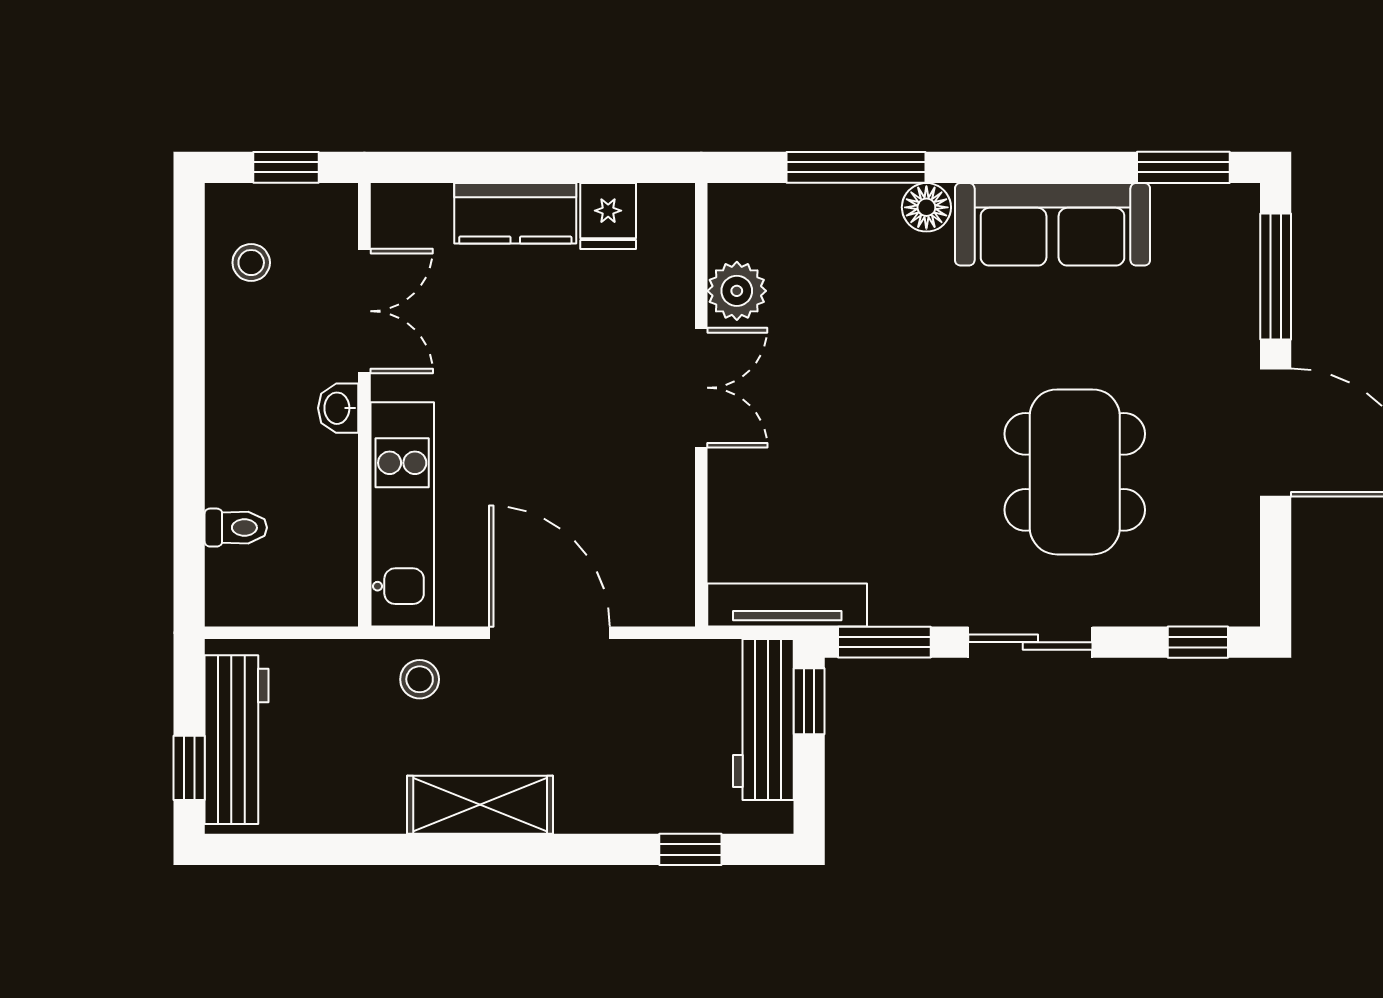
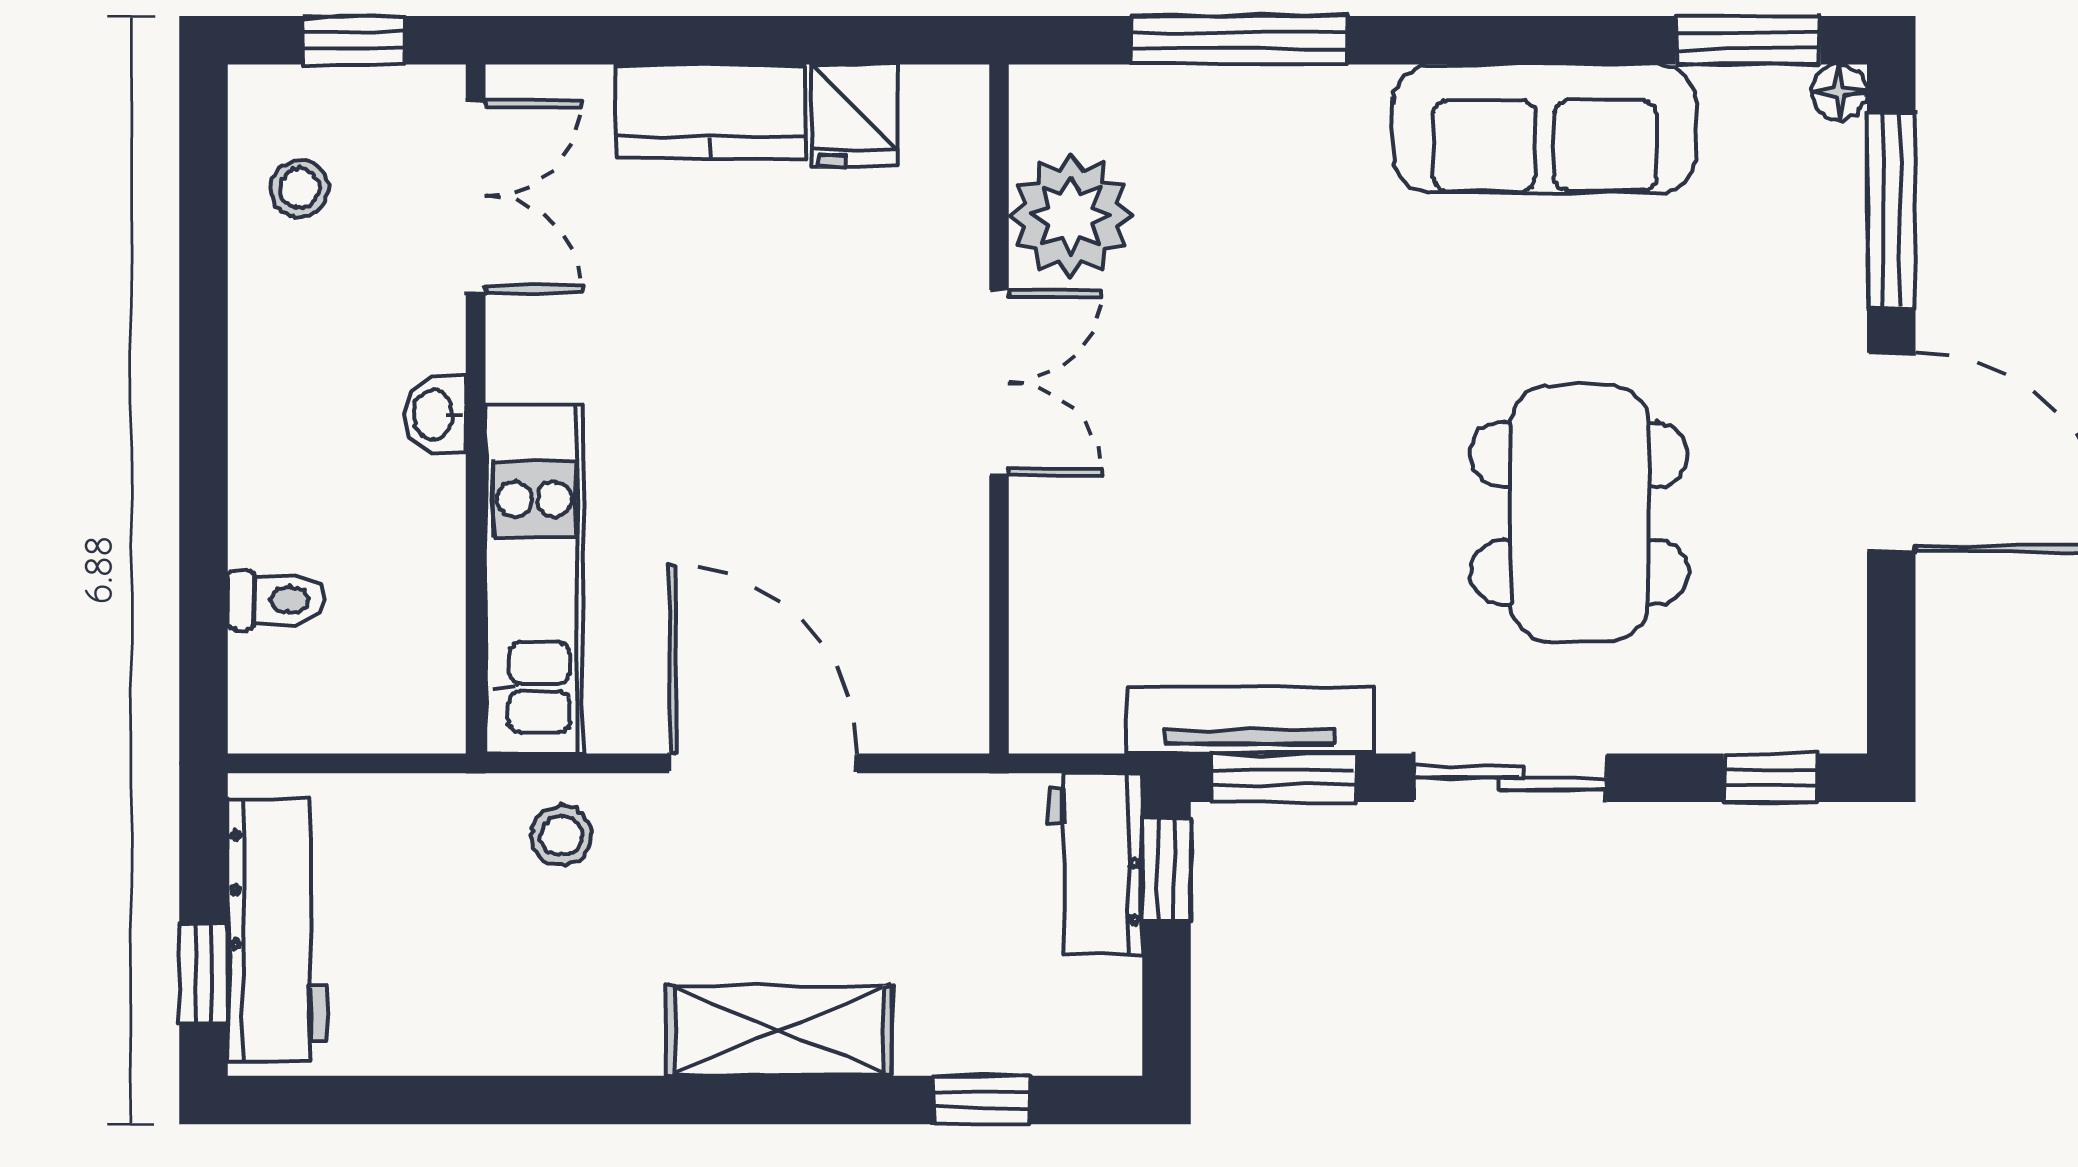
floor lamp: (926, 207) -> (1839, 92), moved, width x0.73, depth x0.73
plant: (737, 291) -> (1071, 216), width x1.36, depth x1.36
double door: (364, 311) -> (476, 196), moved
tv unit: (787, 605) -> (1250, 720), moved
workbench: (763, 719) -> (1095, 864), width x0.73
shelving: (480, 805) -> (779, 1031), moved

